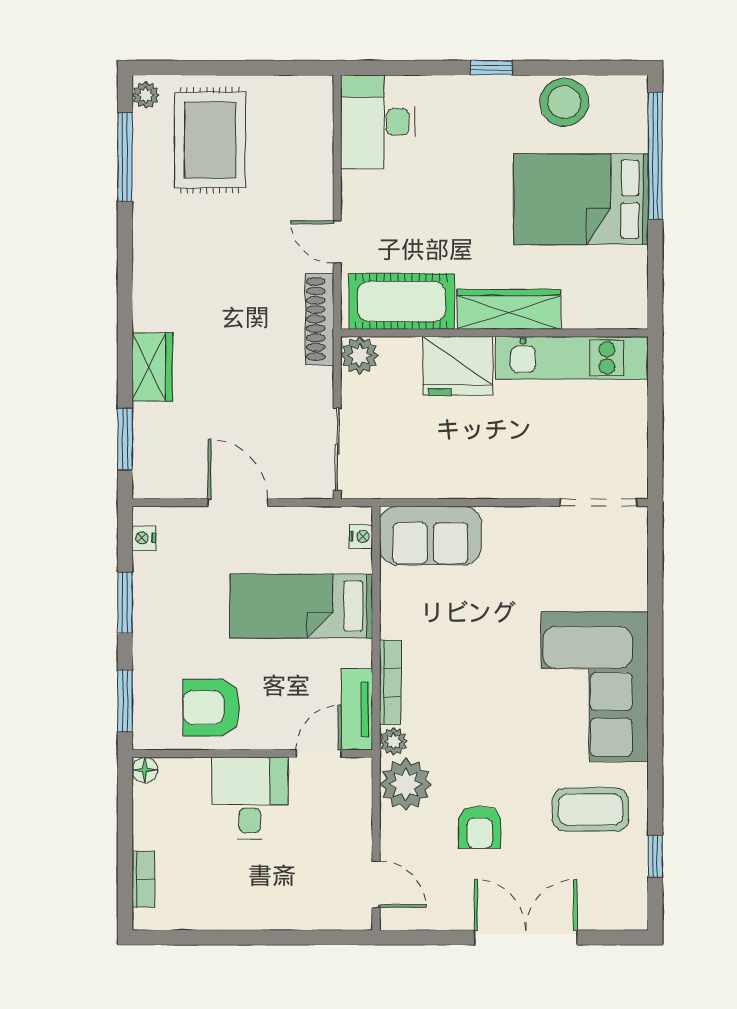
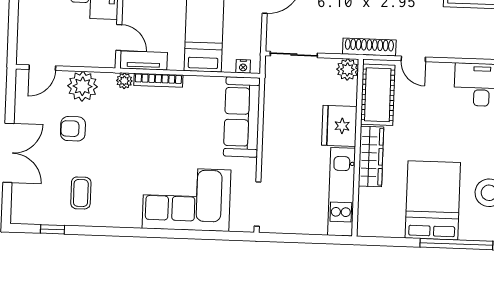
door: (337, 242) -> (413, 59), swing flipped
sofa: (430, 535) -> (242, 117), width x1.36
corner sofa: (595, 687) -> (186, 199), moved
plant: (406, 784) -> (83, 86), moved
coffee table: (591, 810) -> (81, 193), width x0.73, depth x0.77

